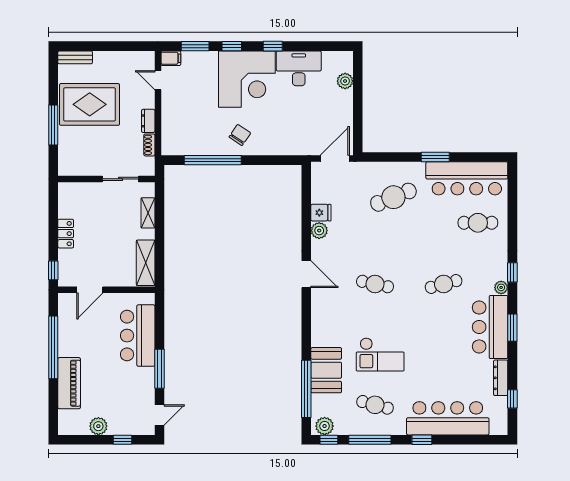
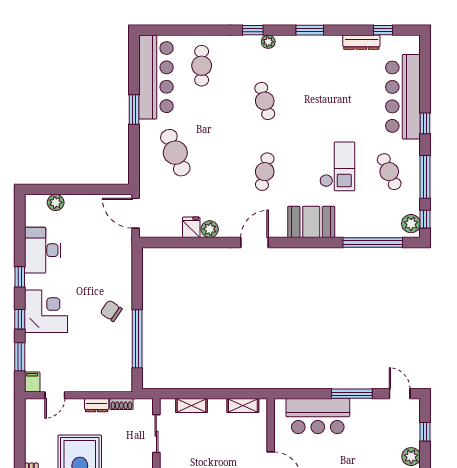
corner desk: (247, 79) -> (46, 311), width x0.74, depth x0.74
shelving: (146, 263) -> (243, 406), width x0.67, depth x0.75
bar counter: (490, 327) -> (309, 53), removed
booth: (326, 370) -> (311, 222), moved
cafe table: (375, 405) -> (389, 172), turned -39

